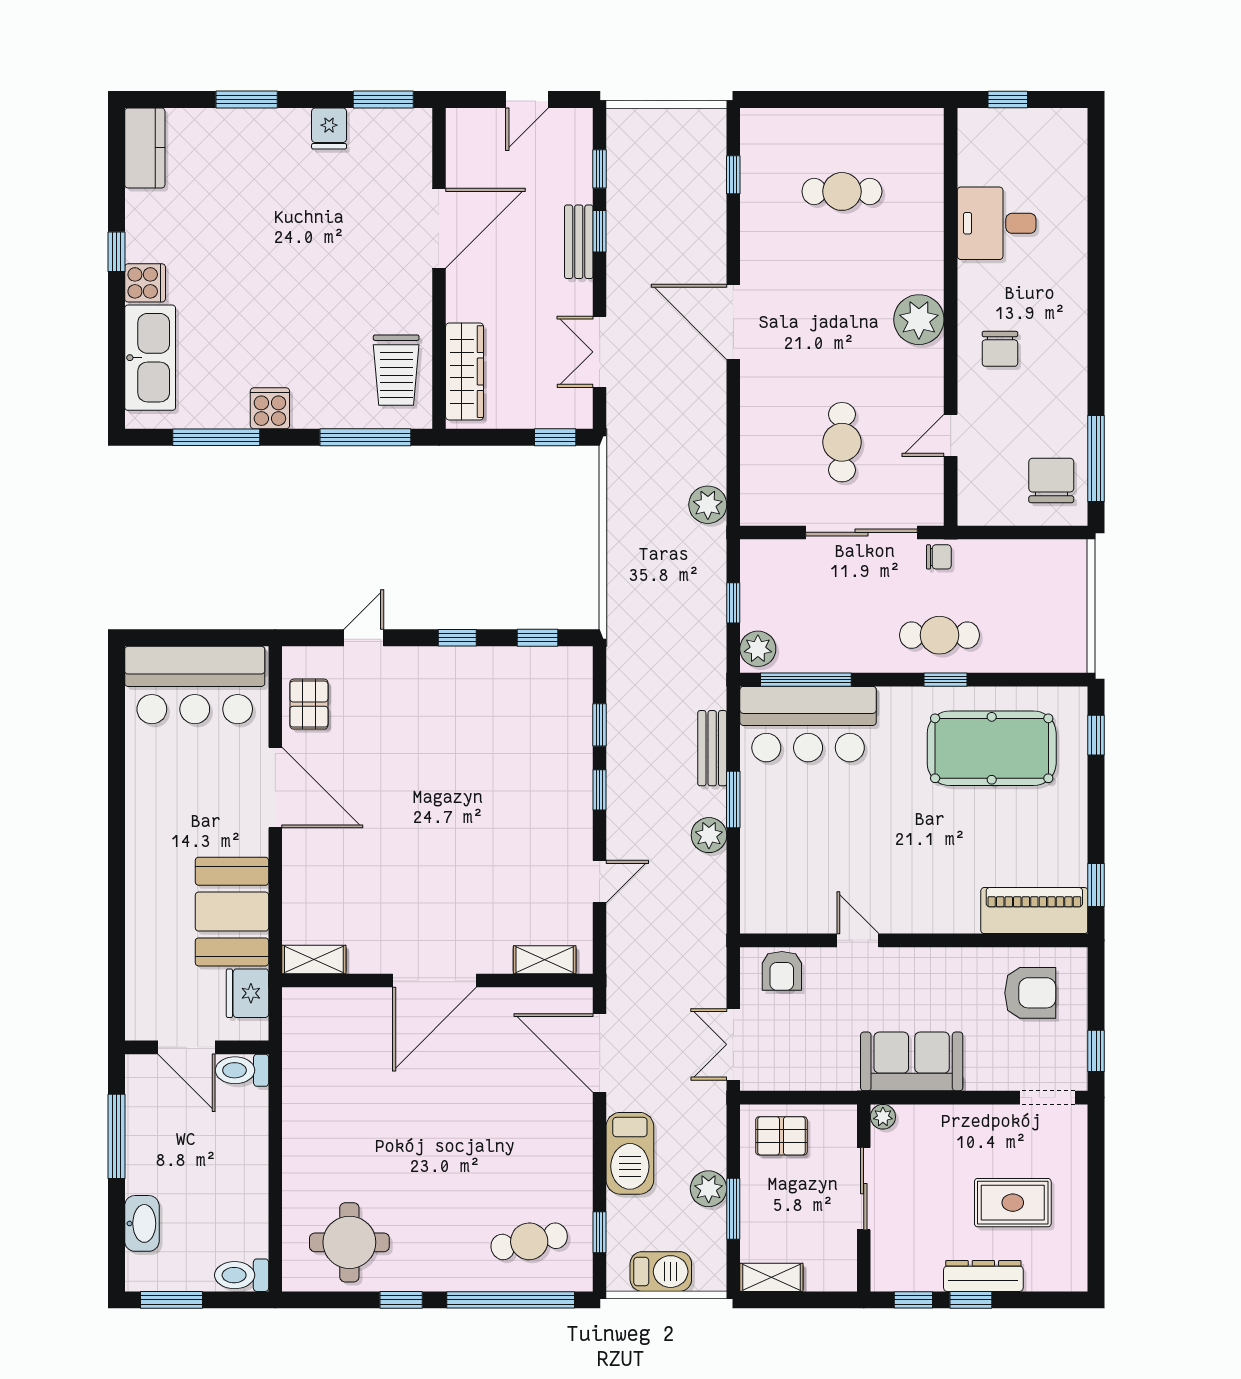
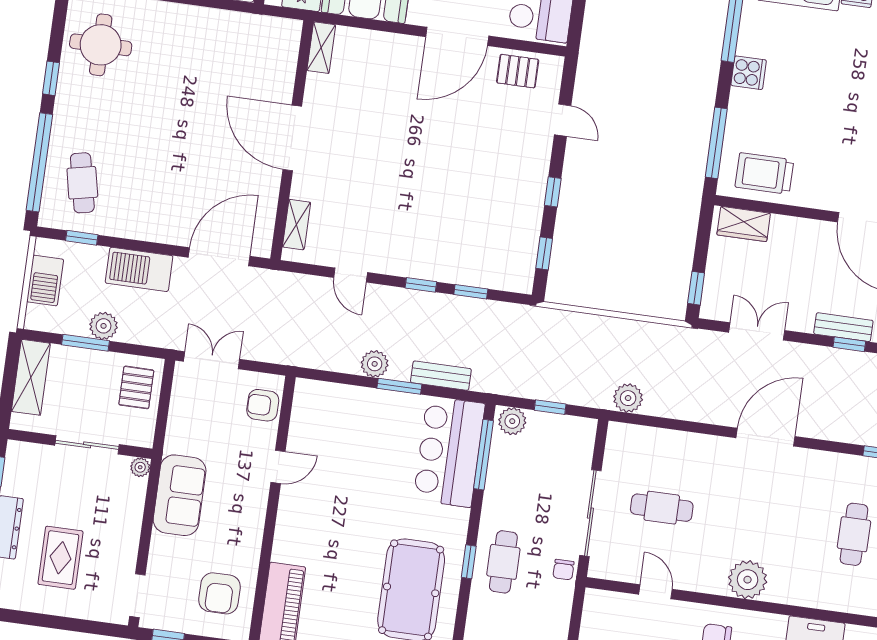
wardrobe: (465, 372) -> (744, 224), width x0.67
shelving: (771, 1277) -> (31, 377), width x1.50, depth x1.33

